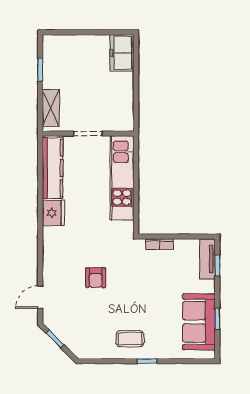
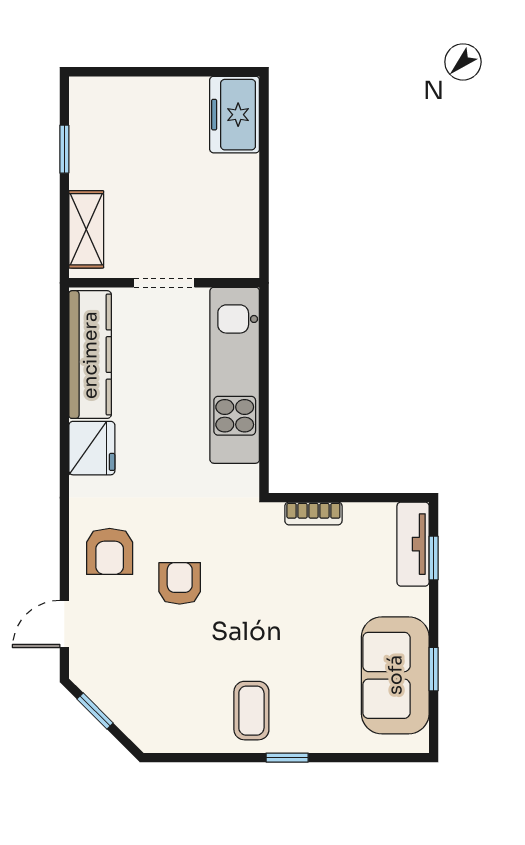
armchair: (62, 262) -> (110, 551), added
armchair: (96, 278) -> (180, 583), turned 180
coffee table: (130, 339) -> (251, 711), turned 90

